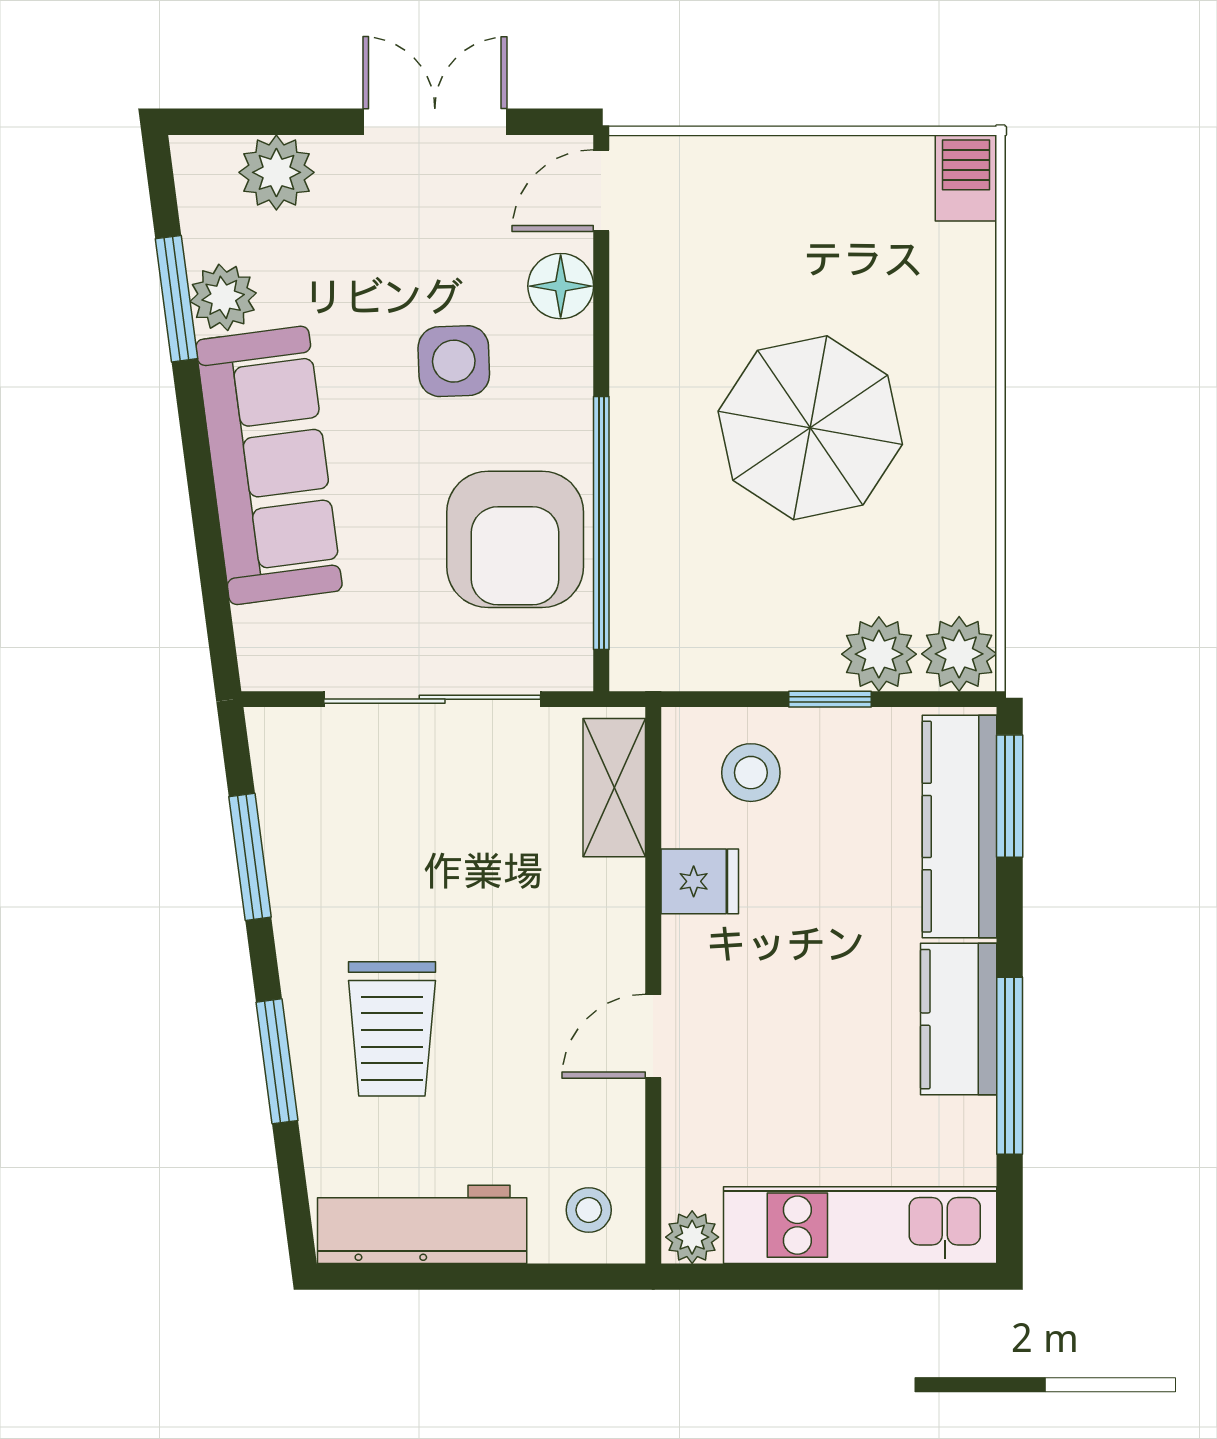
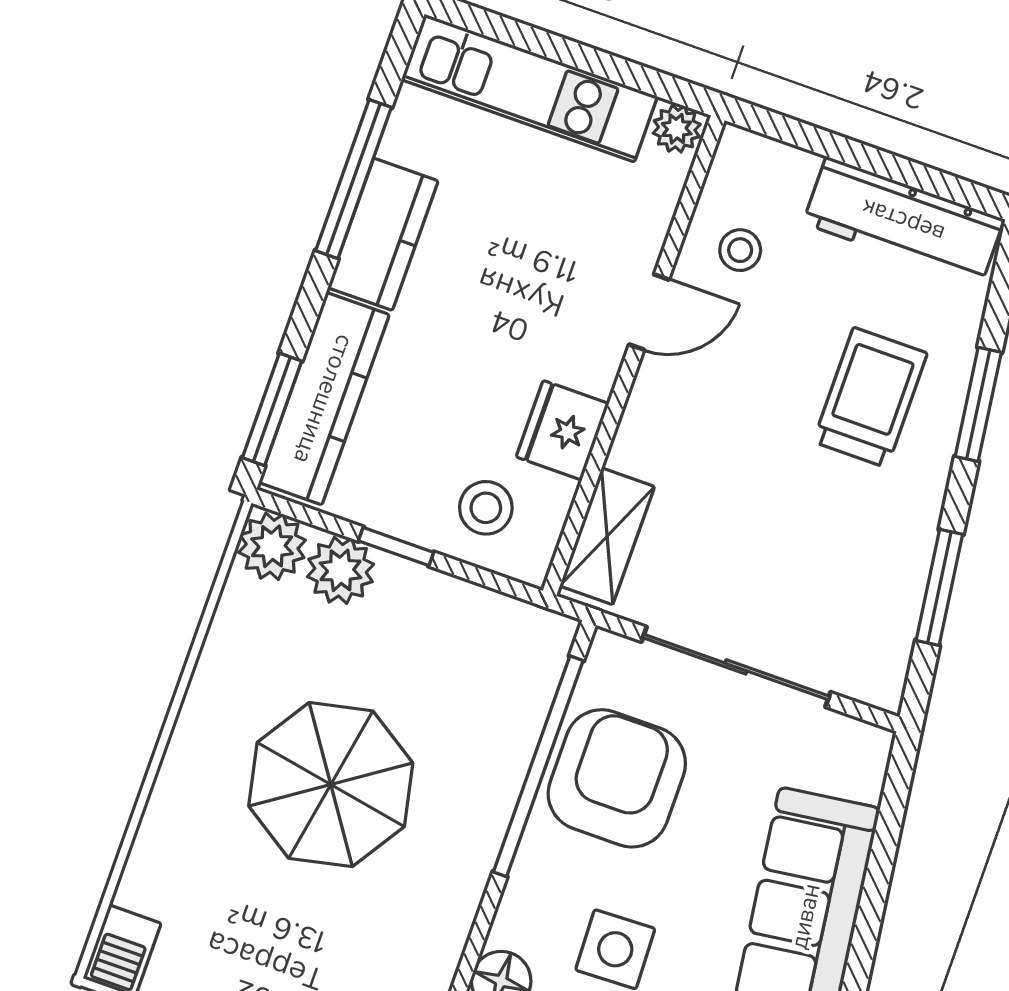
fridge: (700, 881) -> (563, 430), width x1.38
stool: (589, 1210) -> (740, 250), moved

